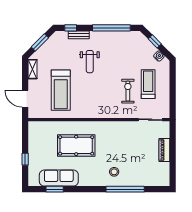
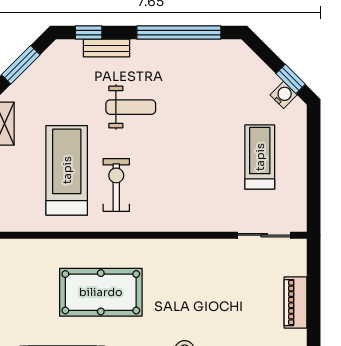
window: (155, 41) -> (291, 79), moved
weight bench: (90, 62) -> (131, 107), turned -90
treadmill: (61, 90) -> (67, 170), turned 180
exercise bike: (128, 91) -> (116, 185), moved

